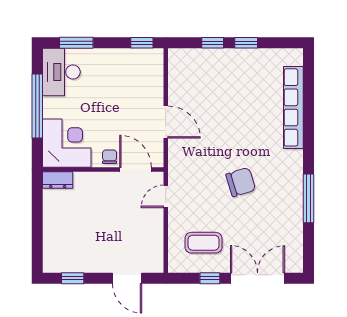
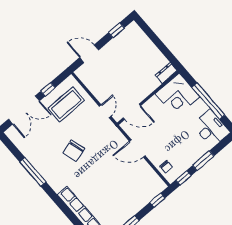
window: (76, 43) -> (203, 161), moved
window: (213, 43) -> (157, 200), moved
chair: (110, 157) -> (166, 167), moved
coffee table: (204, 243) -> (66, 104), width x1.36, depth x1.32

